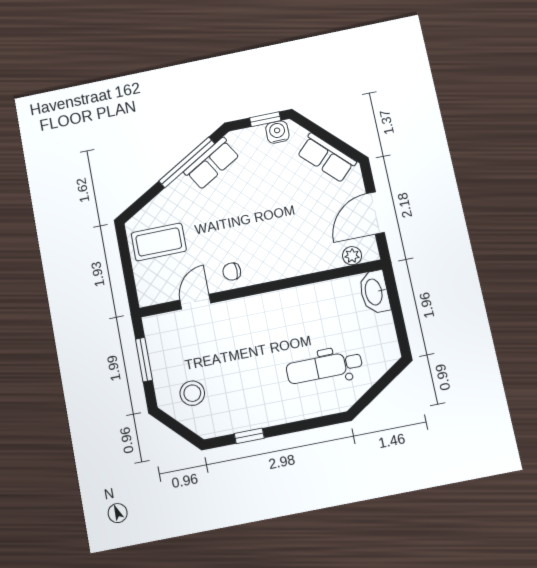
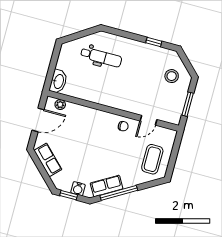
water cooler: (277, 132) -> (78, 189), moved
coffee table: (159, 242) -> (152, 159), turned 90

